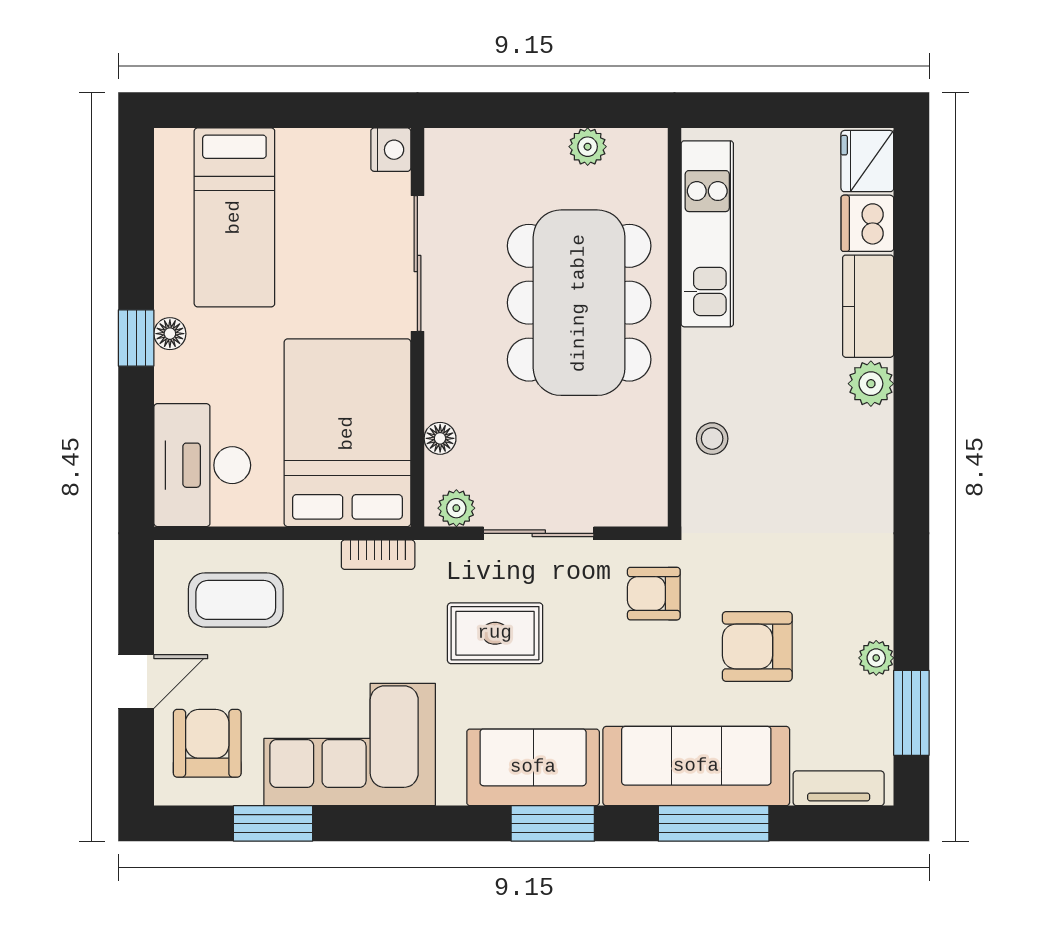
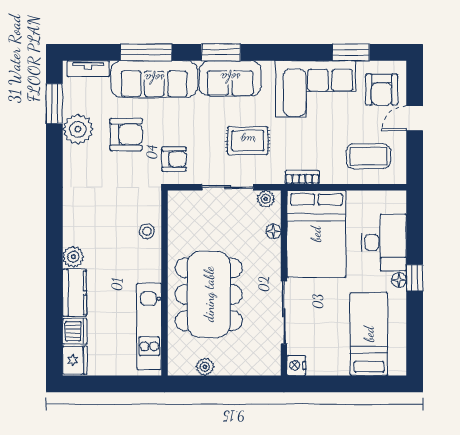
desk: (202, 465) -> (384, 242), moved
plant: (876, 658) -> (78, 129), width x1.88, depth x1.88

